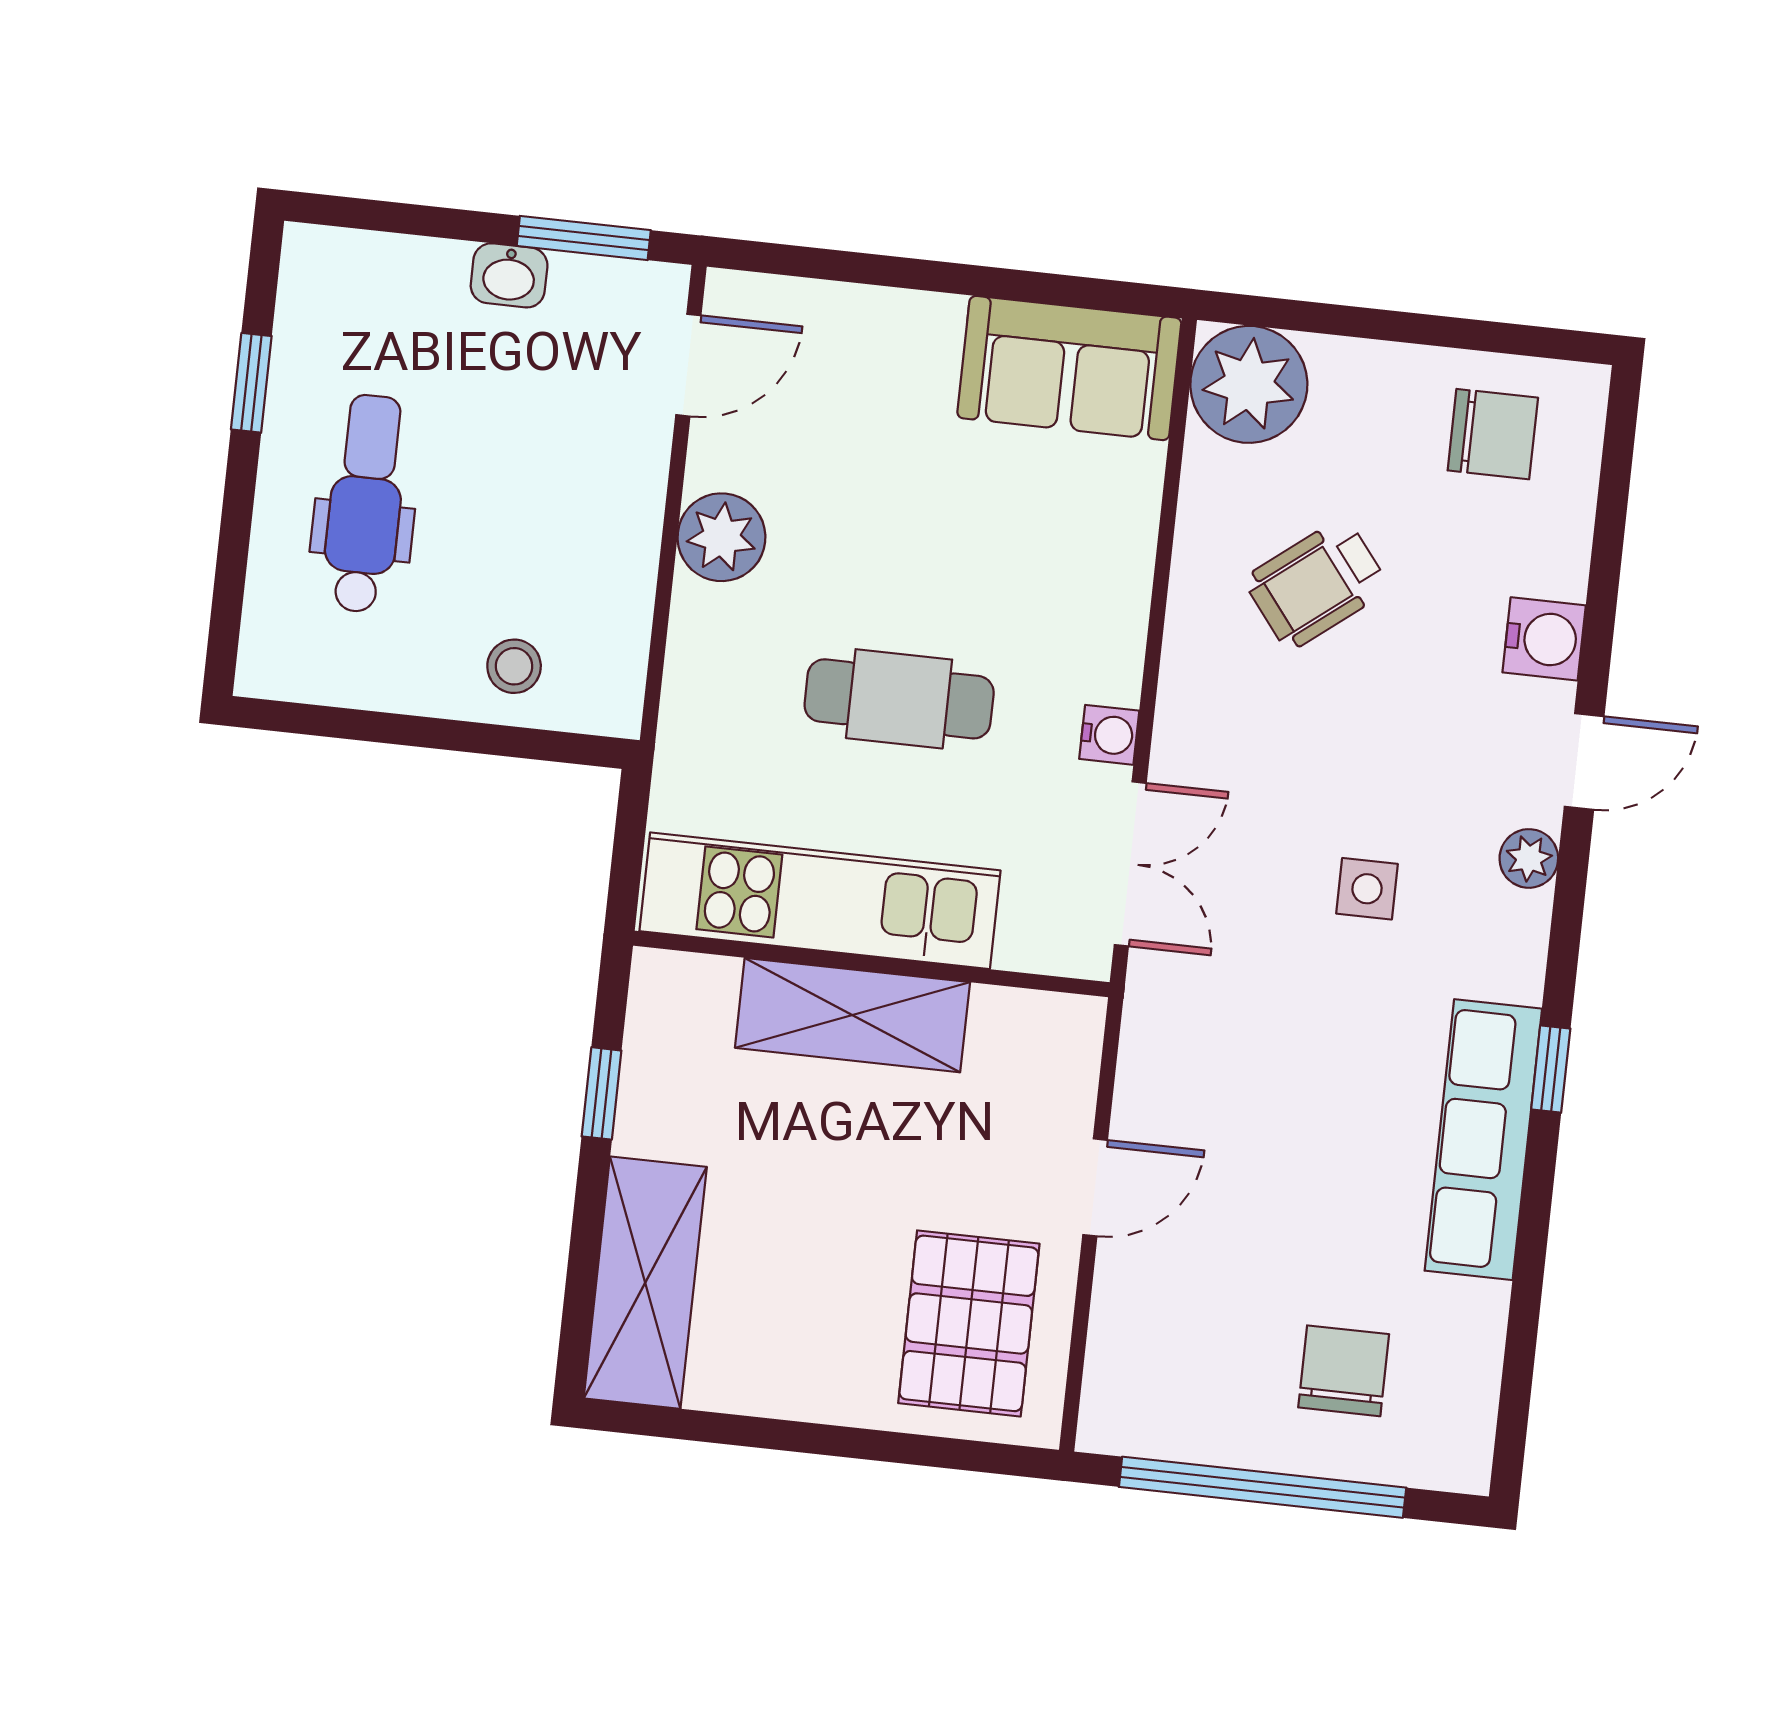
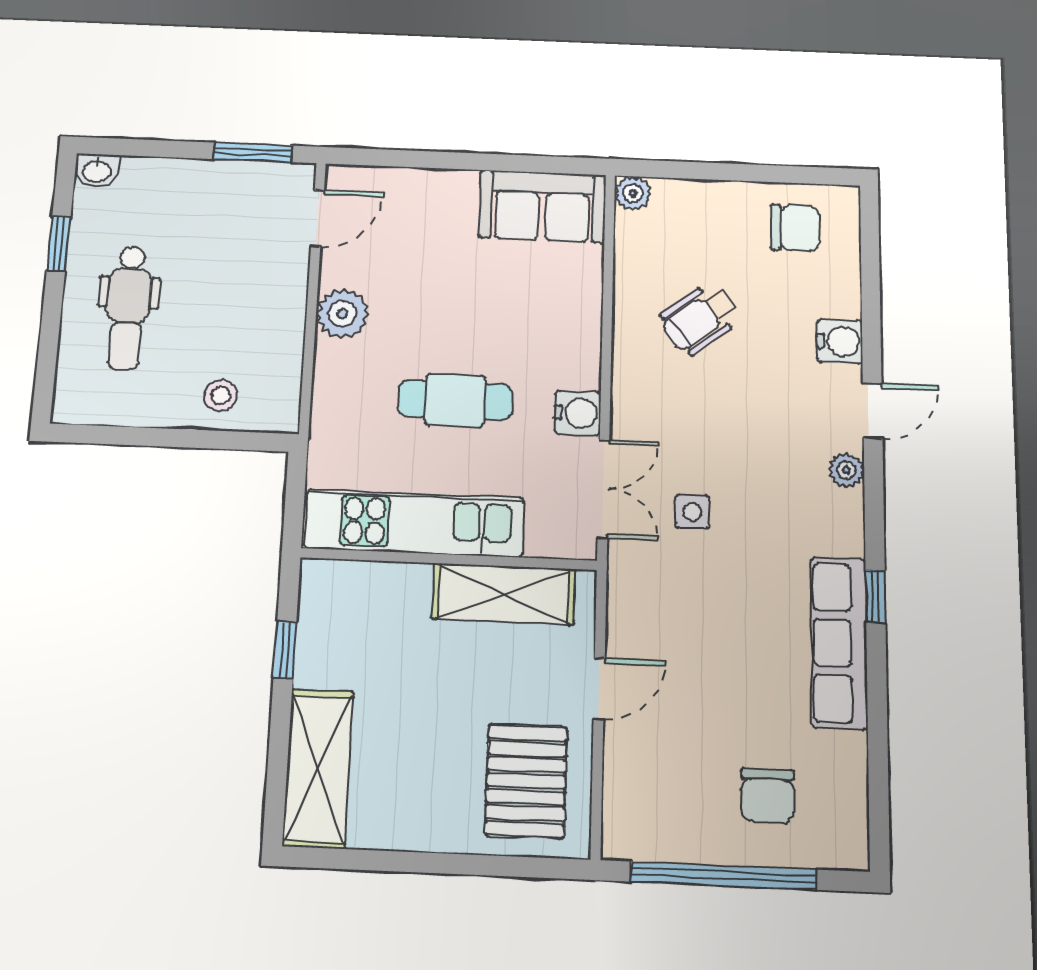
washbasin: (509, 275) -> (97, 171), moved
plant: (1249, 384) -> (633, 193), width x0.53, depth x0.53
dental chair: (365, 504) -> (128, 308), turned 180
water cooler: (1109, 735) -> (578, 413), width x1.38, depth x1.38
side table: (1367, 889) -> (692, 512), moved
shelving: (852, 1015) -> (504, 594), moved
chair: (1344, 1371) -> (768, 796), turned 180

